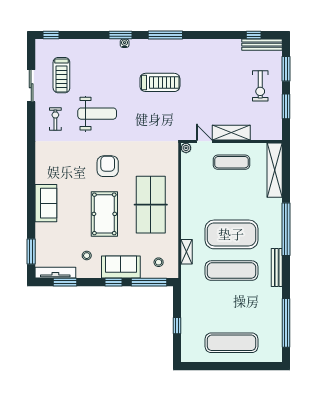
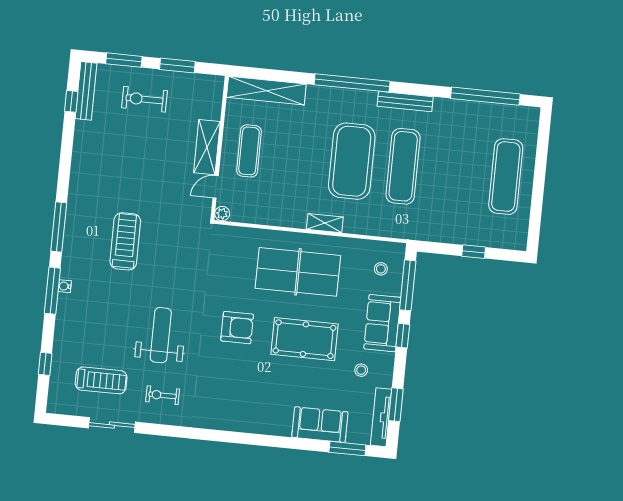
window: (51, 35) -> (45, 364), moved
window: (121, 35) -> (52, 291), width x1.44
exercise bike: (260, 86) -> (144, 99), turned 180
armchair: (108, 166) -> (237, 328), turned 180
sofa: (46, 203) -> (320, 425), moved
shelving: (186, 252) -> (325, 223), moved

